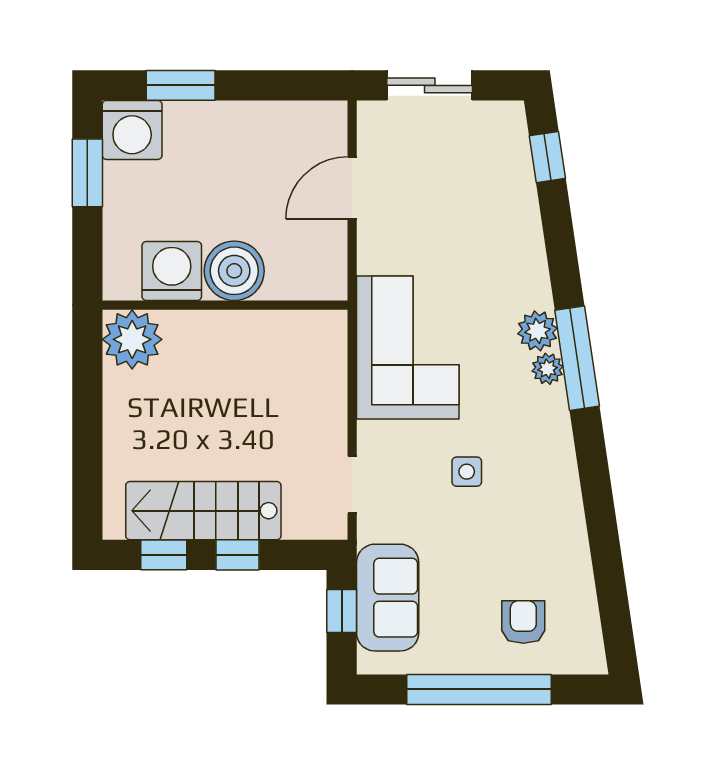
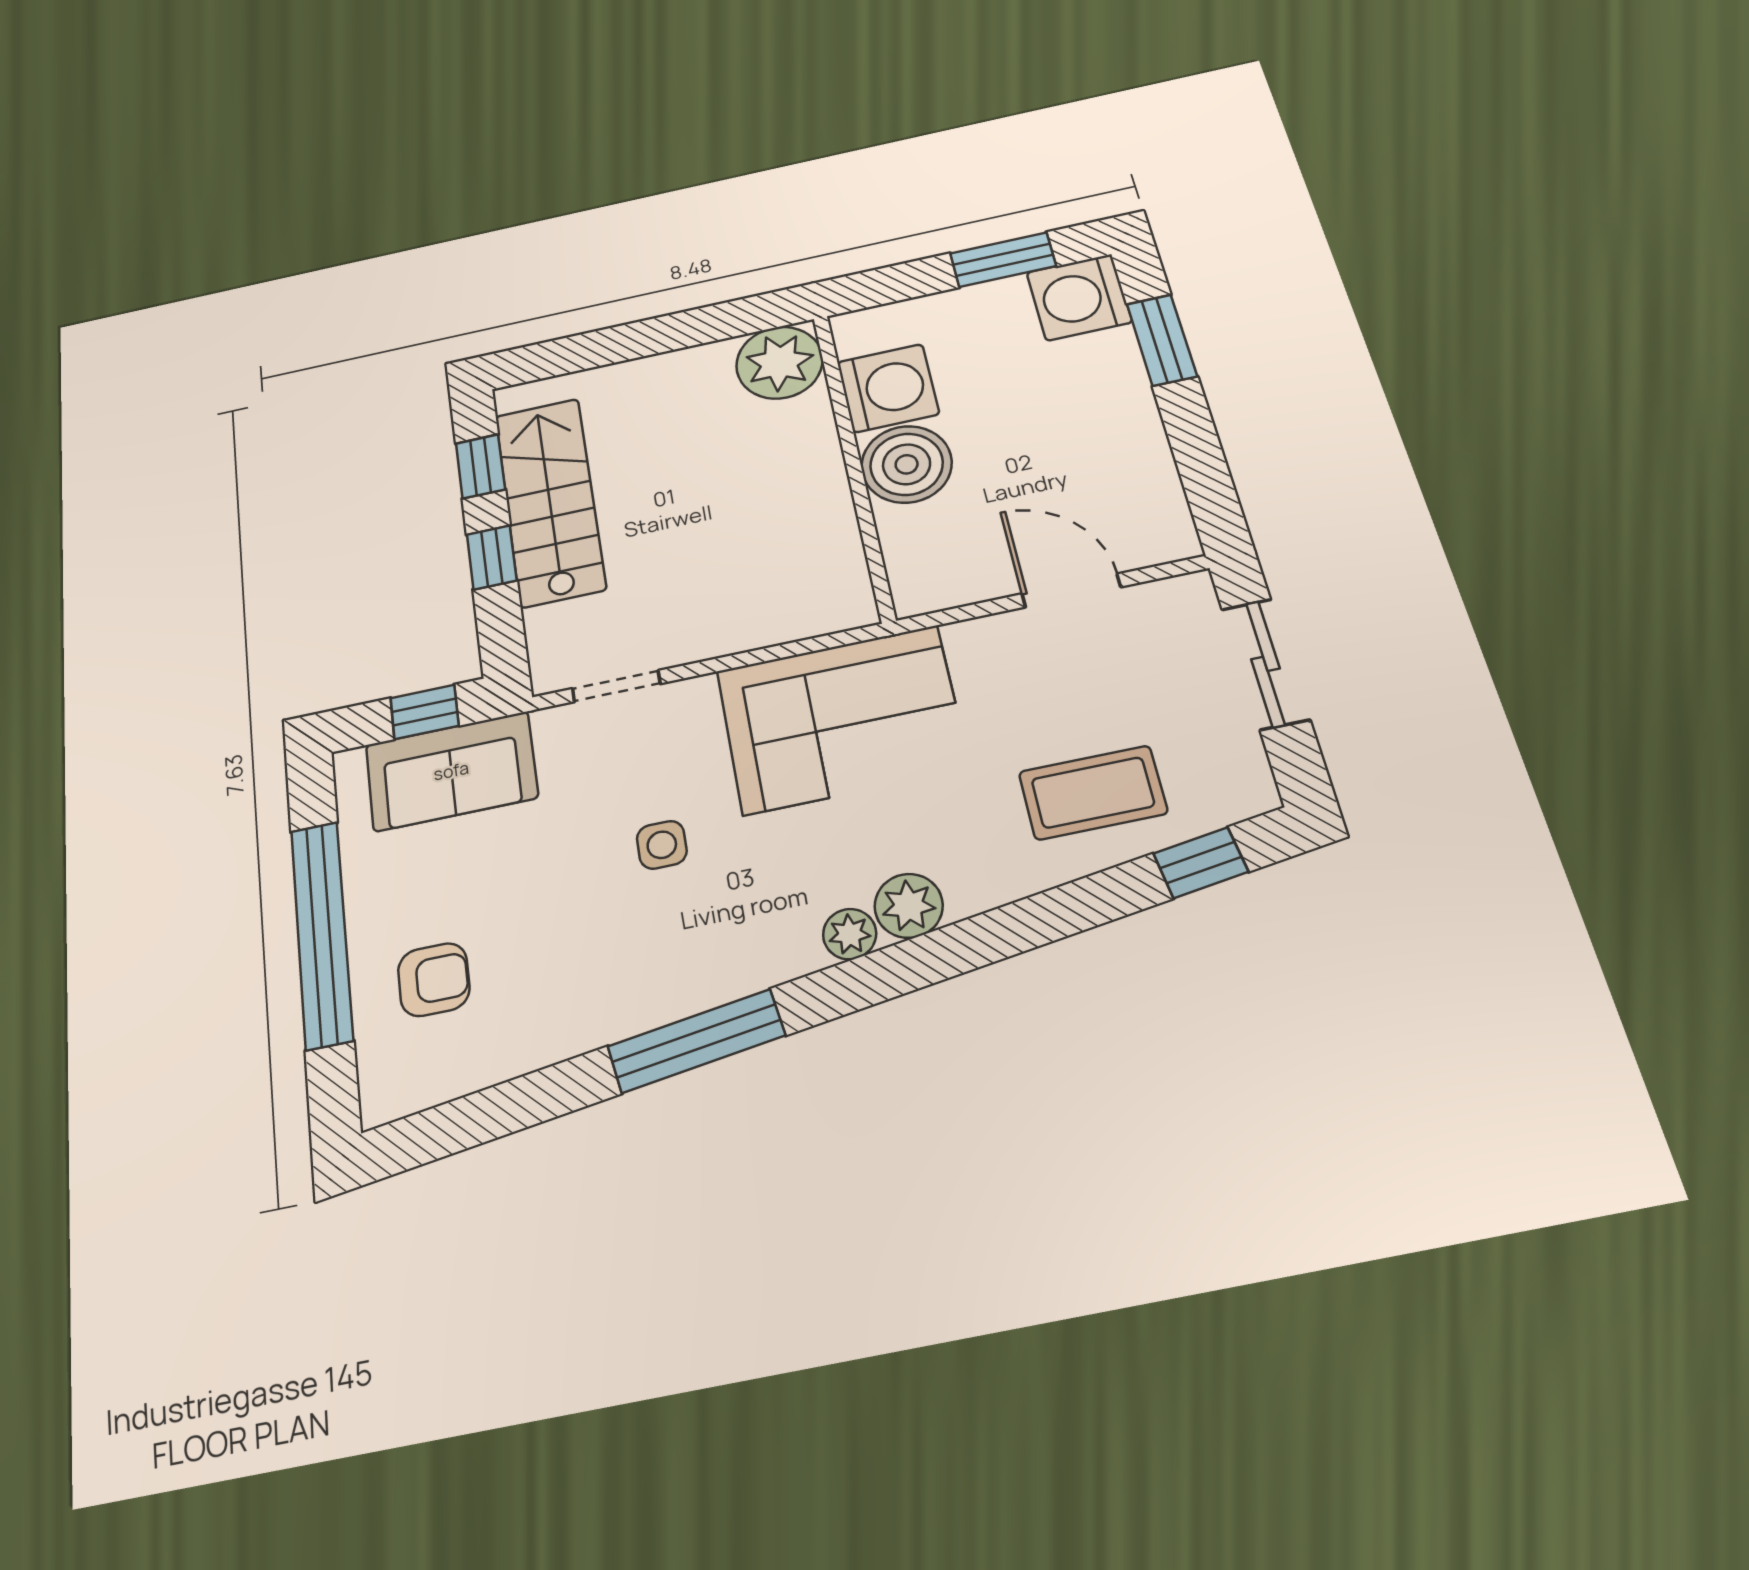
coffee table: (490, 208) -> (1093, 793), added
window: (577, 358) -> (696, 1041), moved

